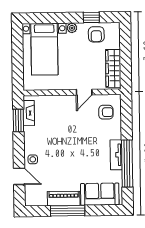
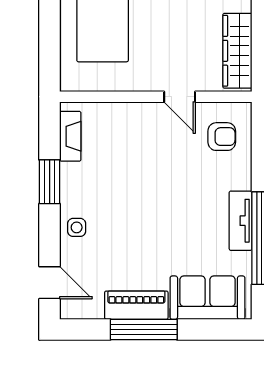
door: (84, 92) -> (180, 97), hinge flipped
window: (18, 121) -> (50, 182), moved
door: (19, 176) -> (50, 283), moved

